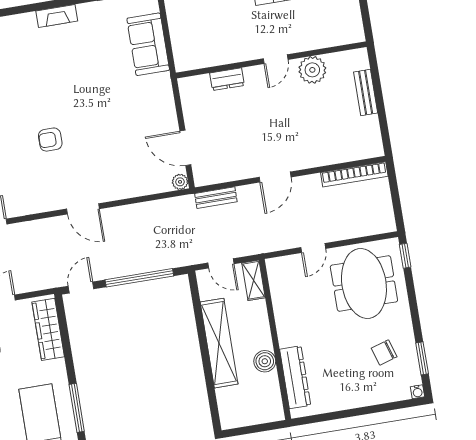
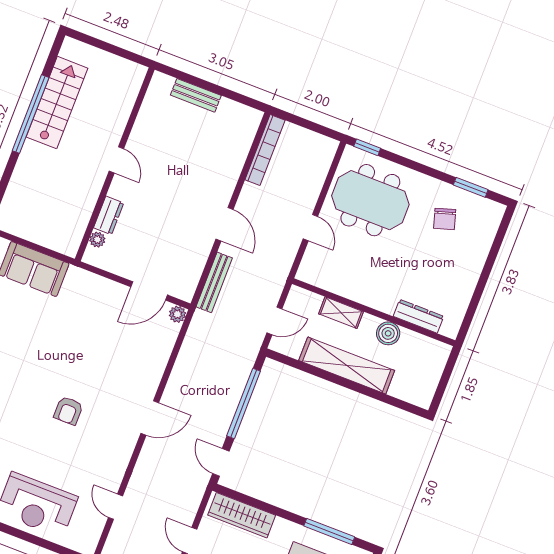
plant: (312, 70) -> (97, 240), moved, width x0.53, depth x0.53
bench: (216, 198) -> (214, 282), width x1.36
shelving: (254, 280) -> (341, 313), moved
dresser: (295, 377) -> (418, 316), width x0.73, depth x0.80
water cooler: (417, 392) -> (499, 210), removed

